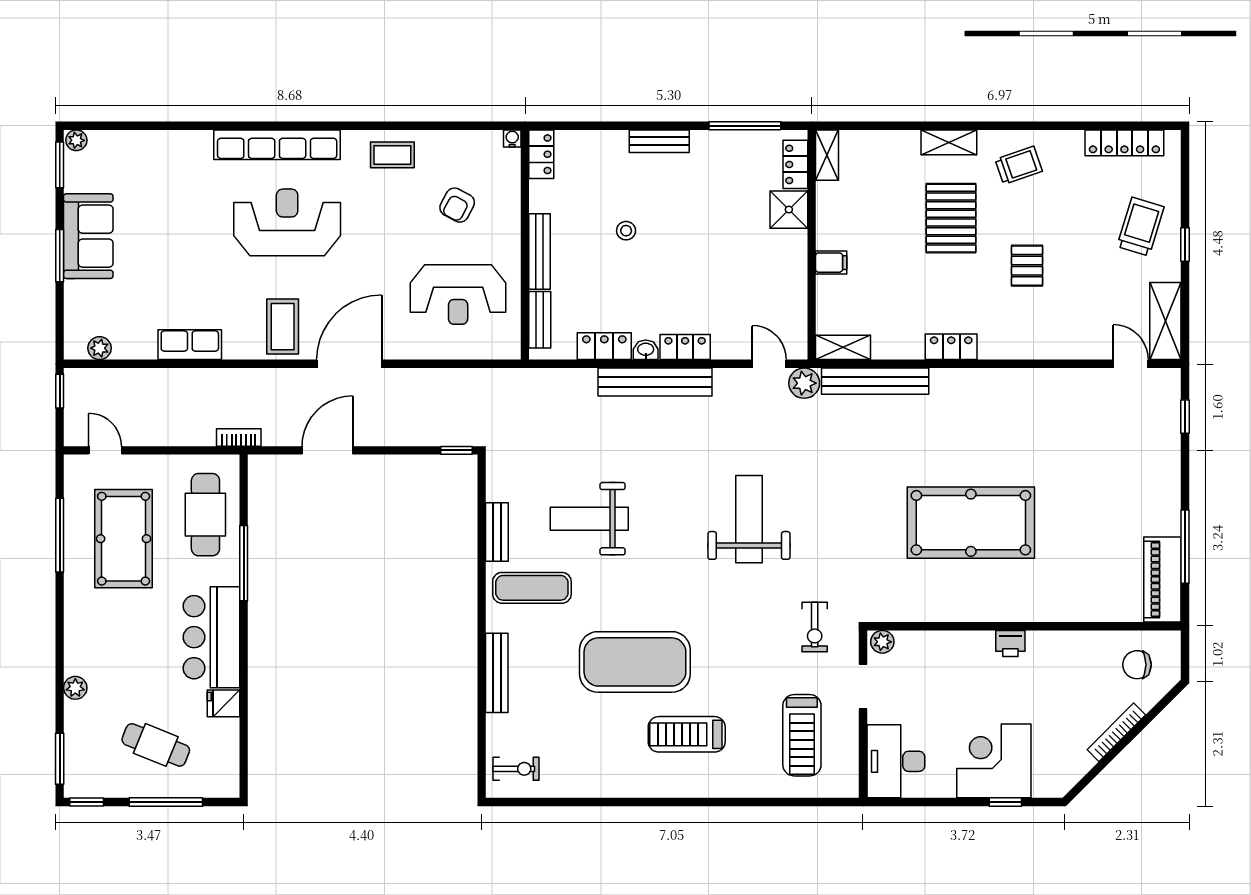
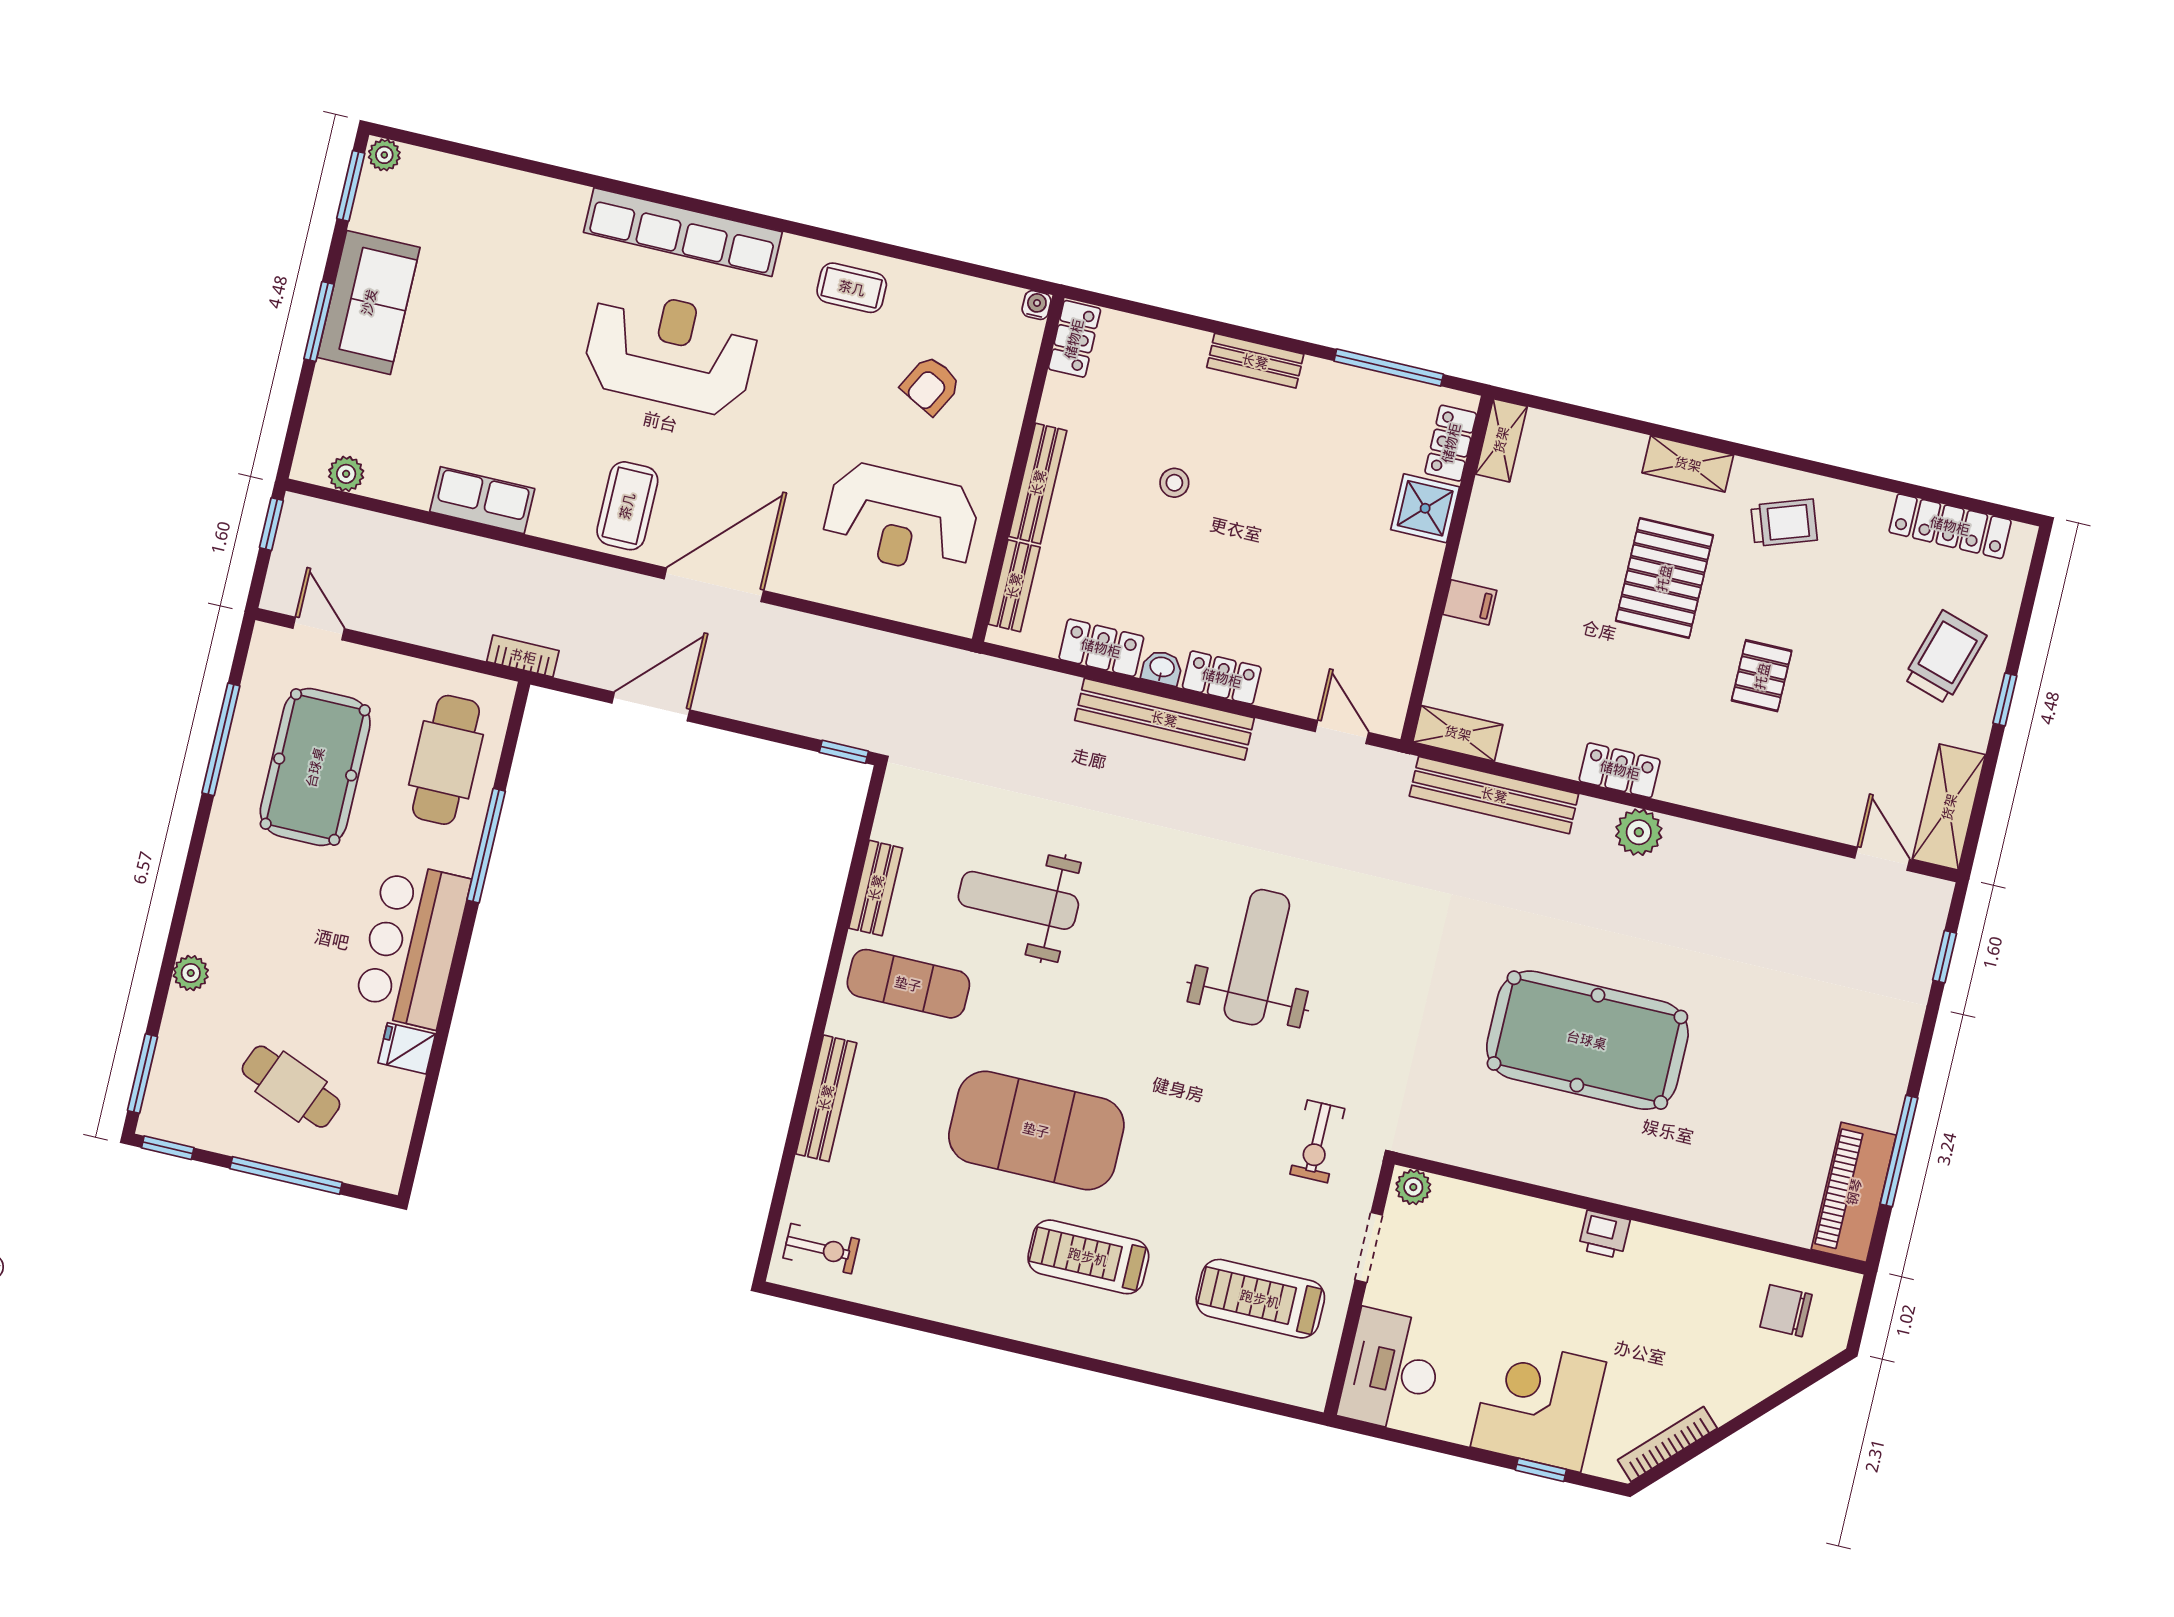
plant: (804, 383) -> (1639, 832), moved
bookcase: (1116, 732) -> (1667, 1444), moved
treadmill: (802, 735) -> (1260, 1299), turned 90

